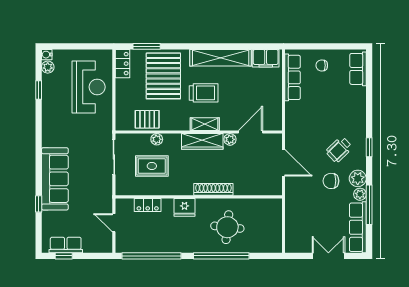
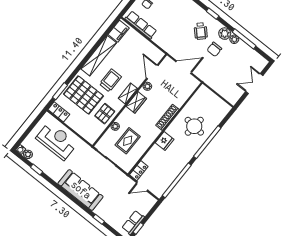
pallet: (147, 119) -> (105, 114), moved
wardrobe: (202, 141) -> (136, 102), width x0.67
sofa: (55, 179) -> (81, 190), moved
locker: (148, 205) -> (139, 171), moved
row of seats: (358, 227) -> (251, 55), removed

